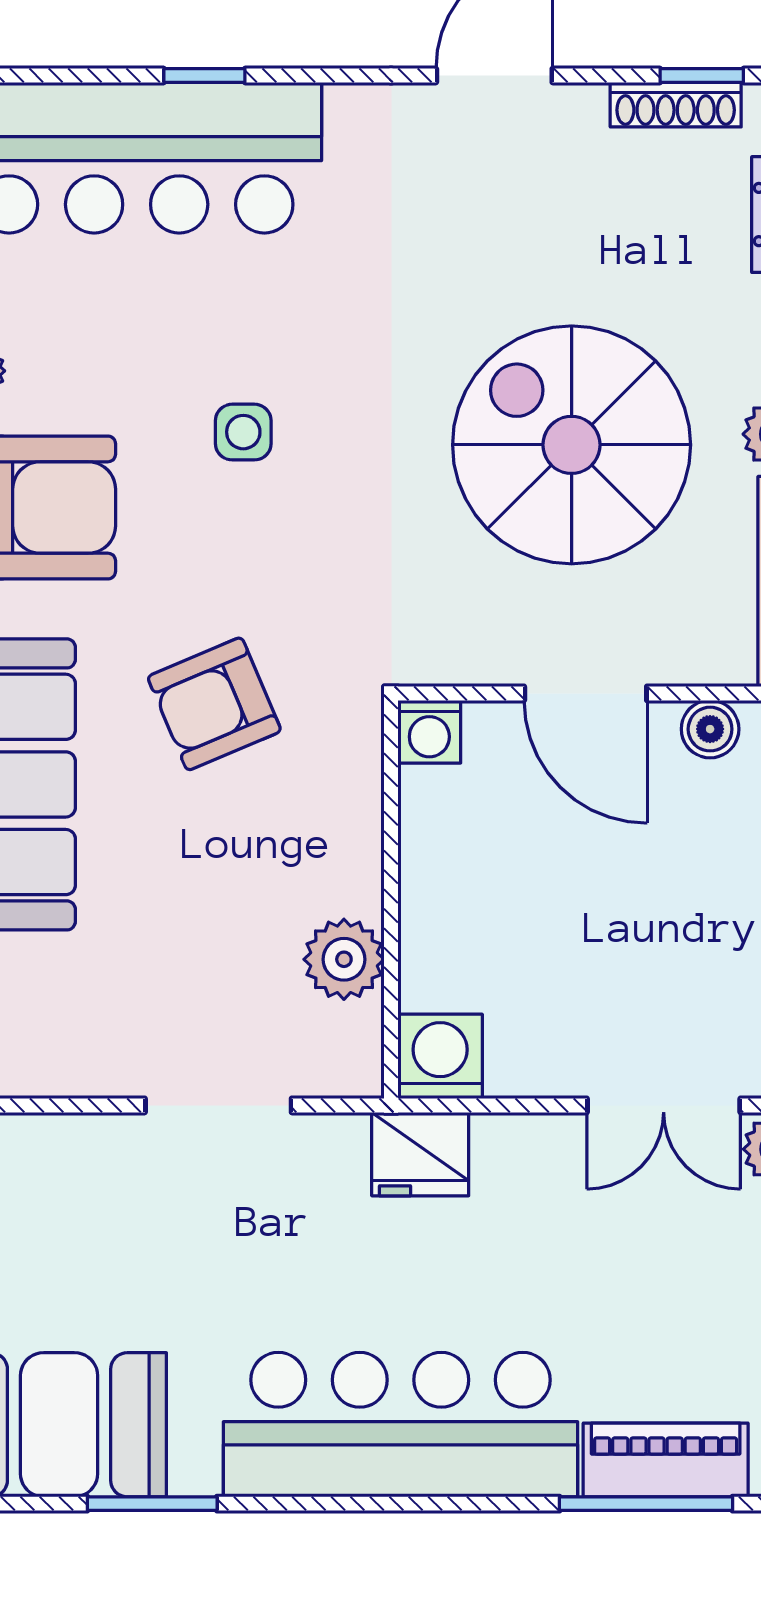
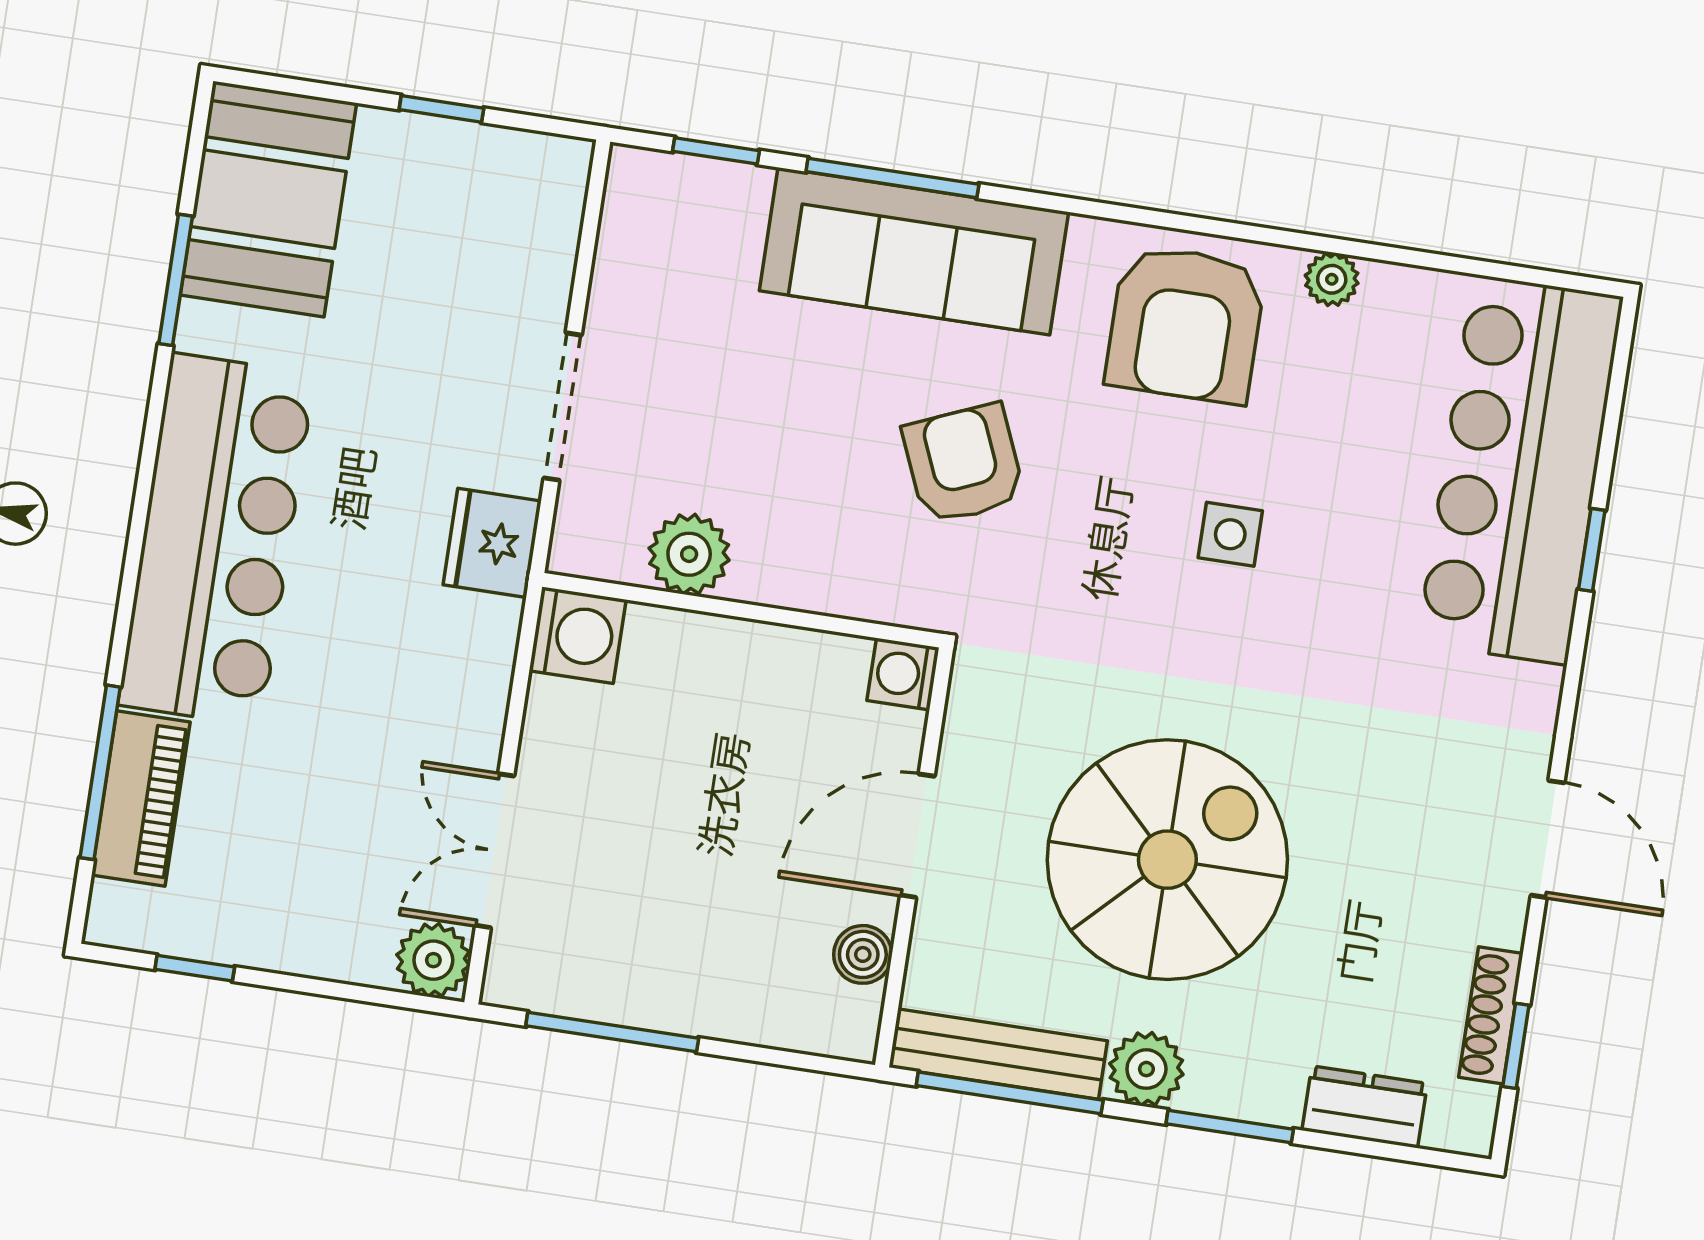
fridge: (420, 1154) -> (492, 543), moved

